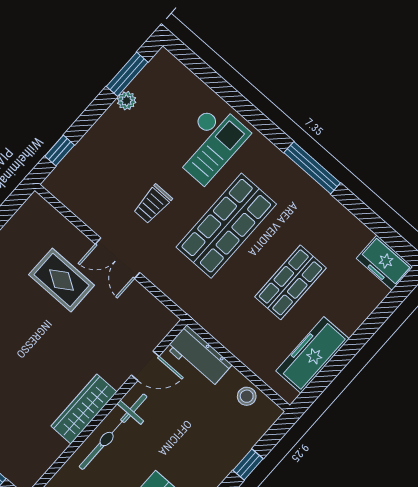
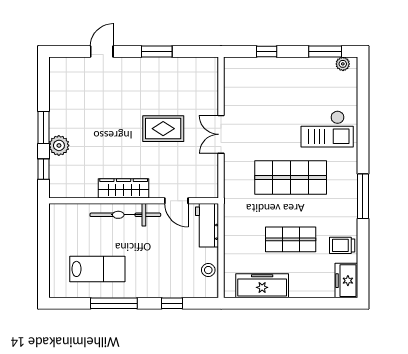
plant: (127, 101) -> (343, 64), moved
window: (60, 151) -> (267, 52), moved
trolley: (153, 204) -> (342, 245), moved
rug: (62, 280) -> (163, 129), moved, turned 90

